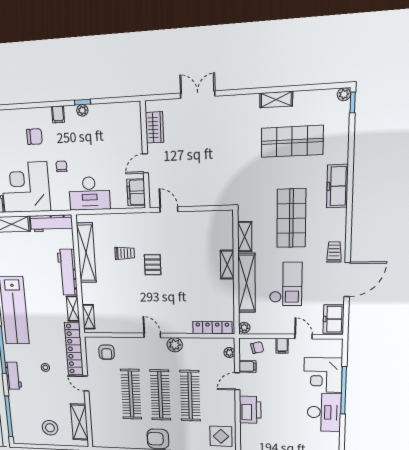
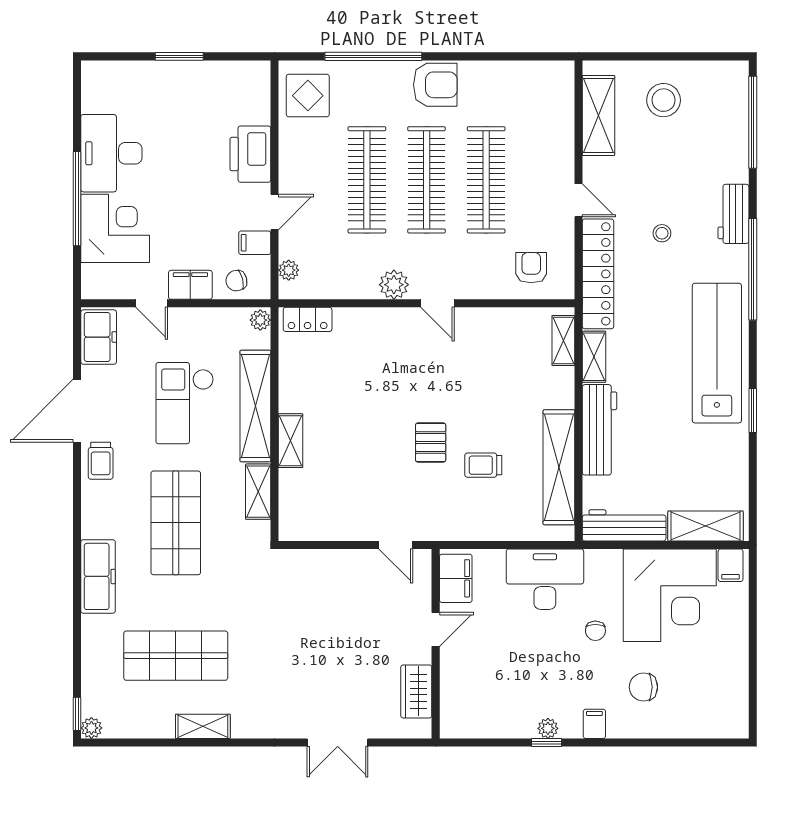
locker: (212, 328) -> (308, 319), width x0.66
filing cabinet: (282, 346) -> (190, 285), width x2.00

